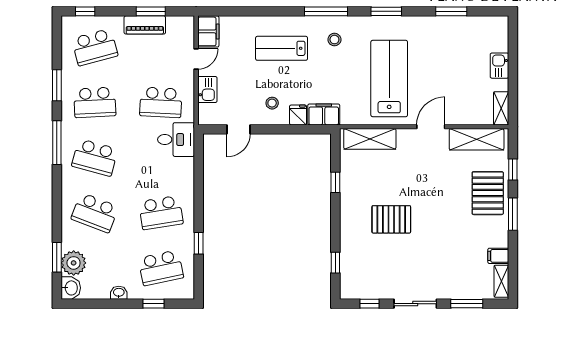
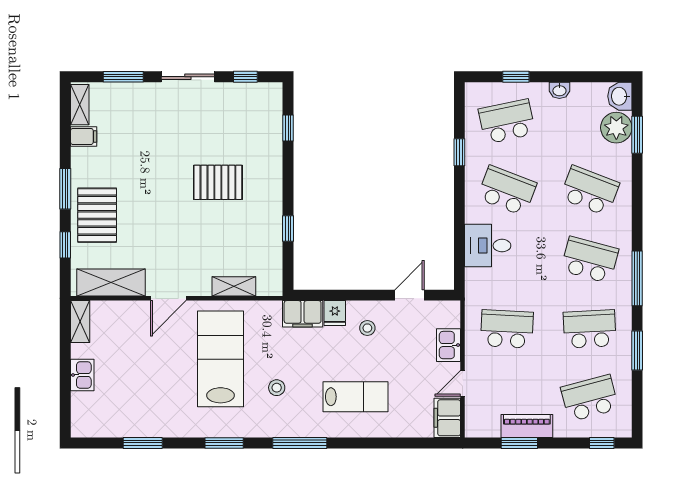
stool: (334, 40) -> (277, 388), moved
lab bench: (389, 78) -> (221, 359), turned 180
shelving: (370, 139) -> (234, 286), width x0.67, depth x0.75
desk: (176, 140) -> (488, 246), moved
school desk: (161, 213) -> (507, 191), turned 30

